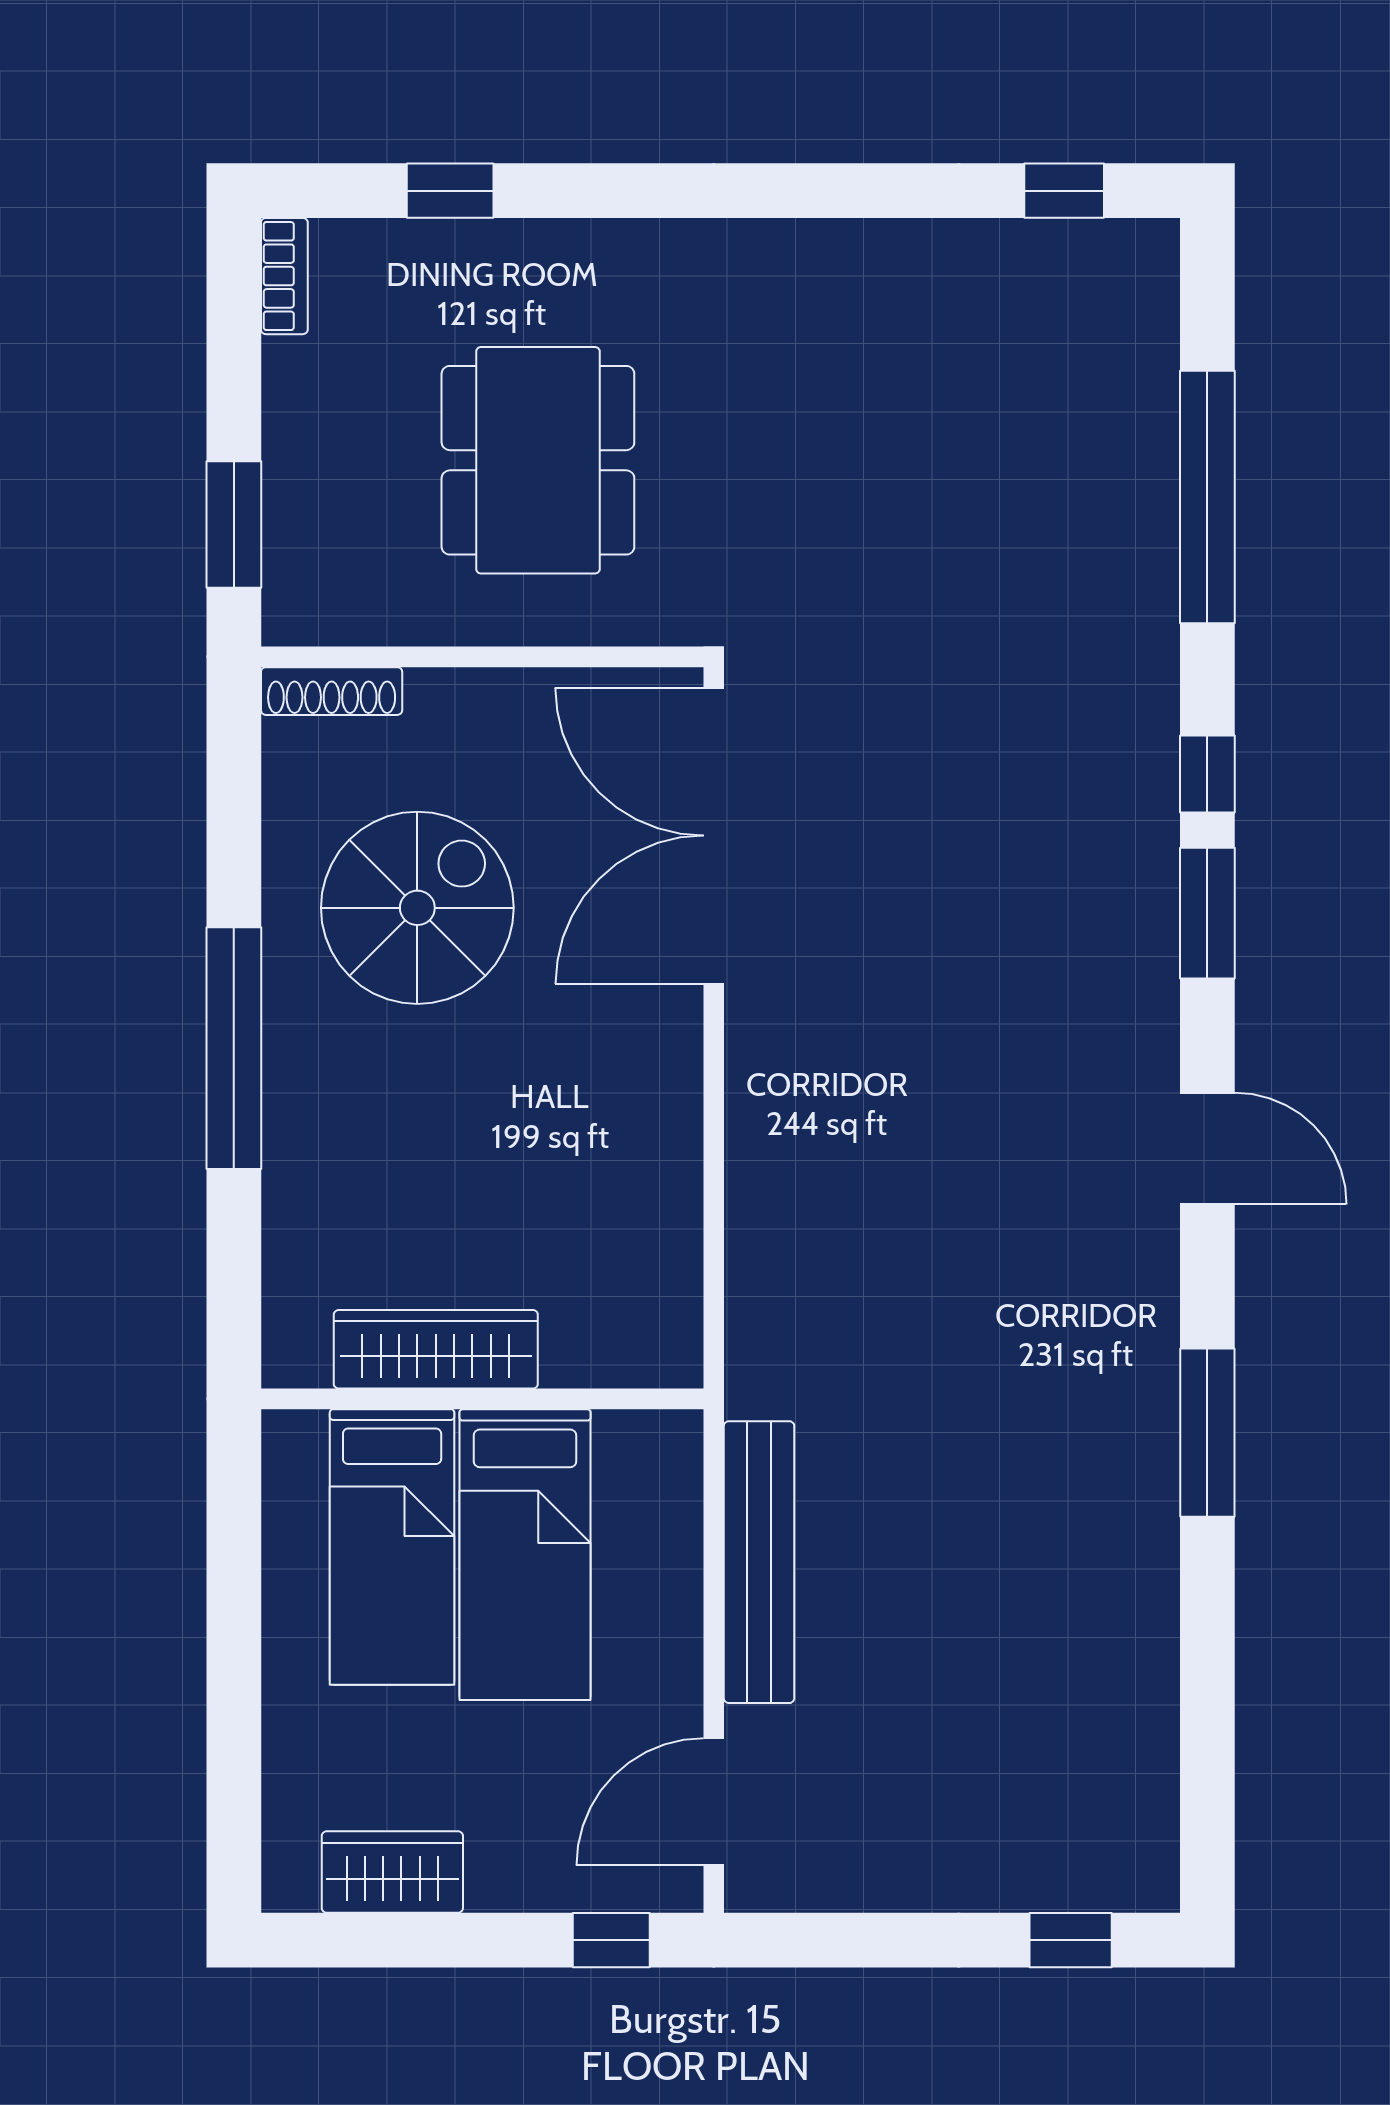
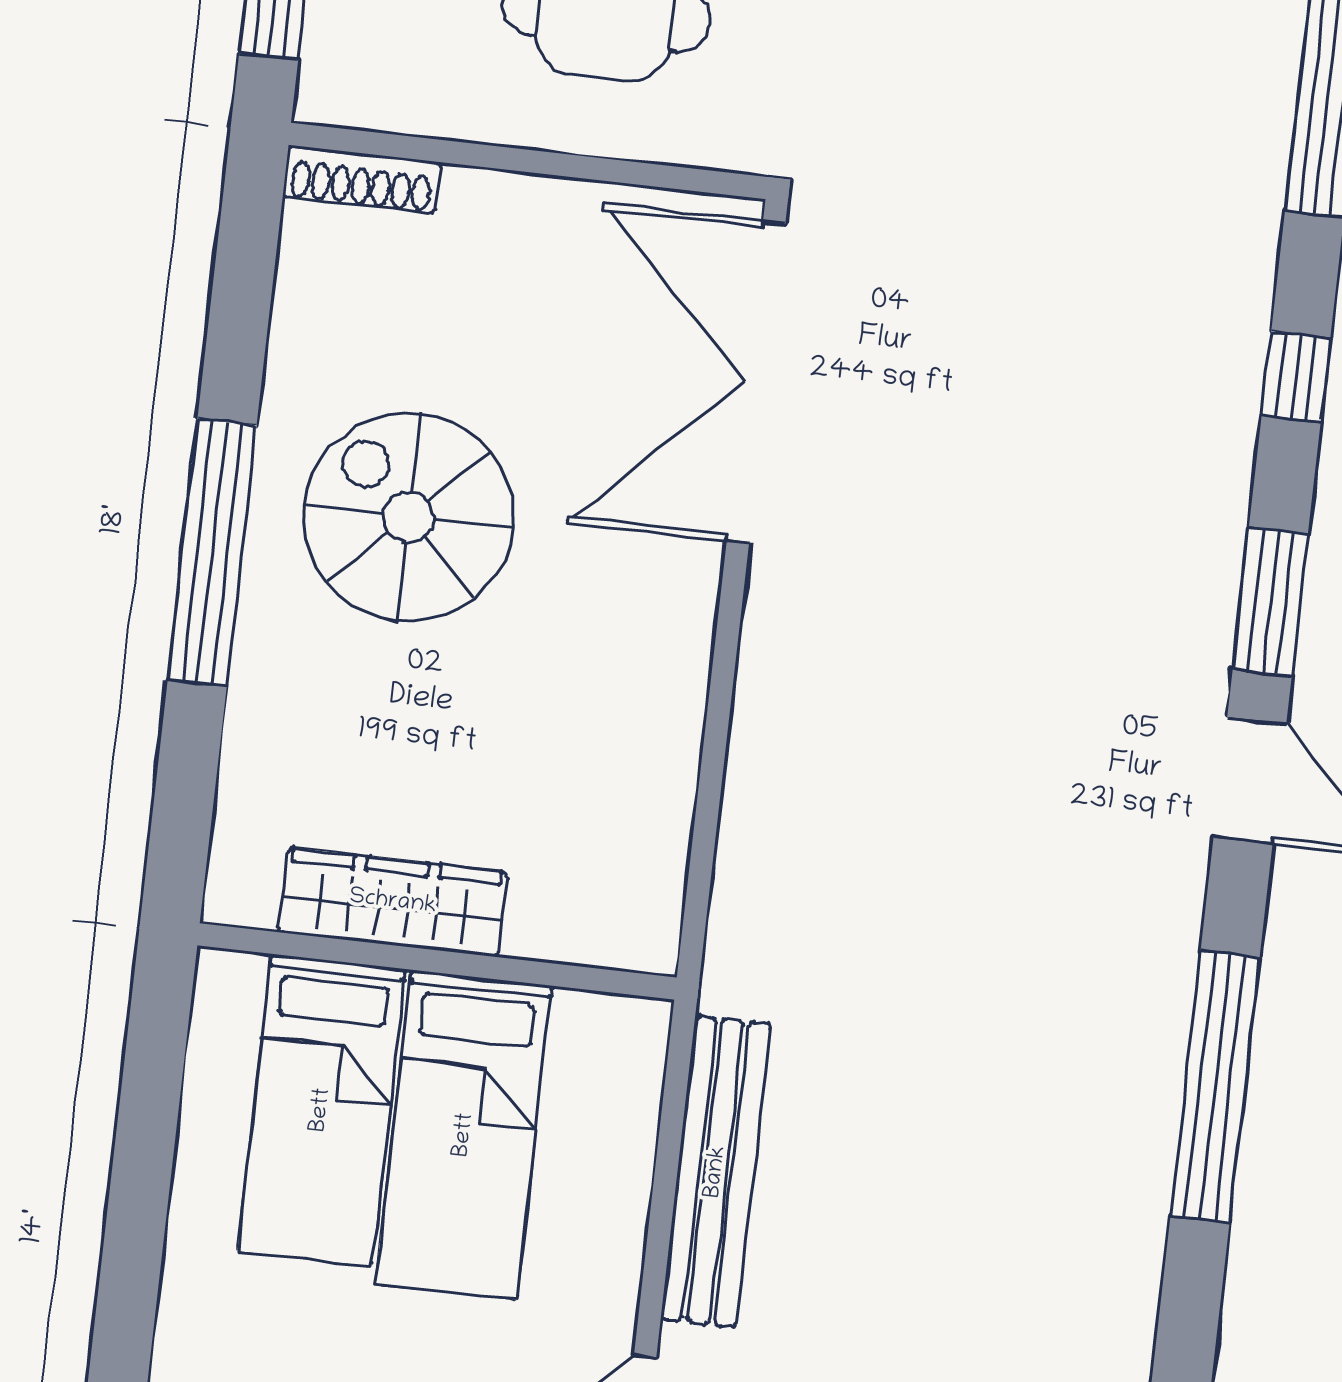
spiral stairs: (417, 908) -> (409, 517), moved, turned -90
window: (1207, 913) -> (1270, 602), moved
window: (1207, 1433) -> (1215, 1087), width x1.46

